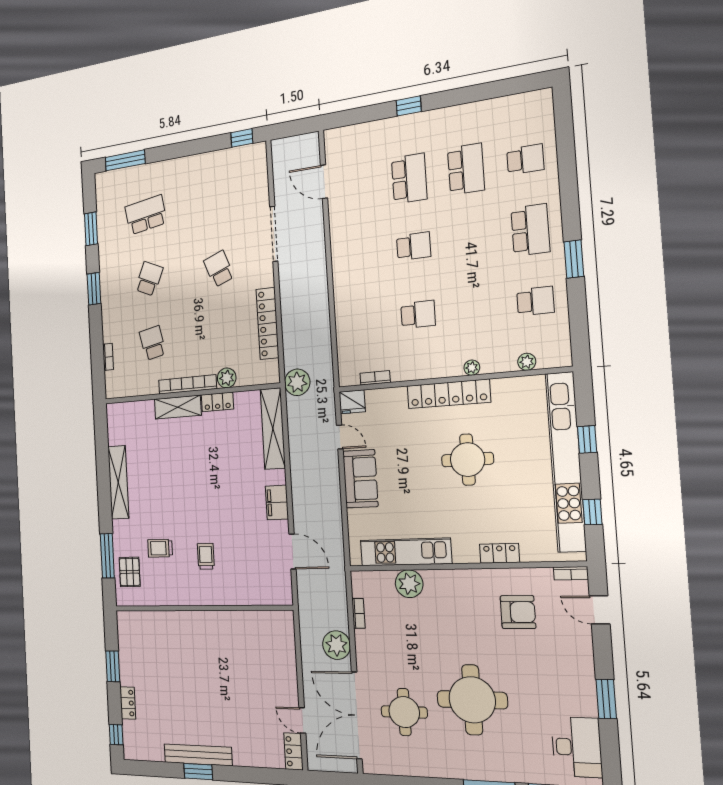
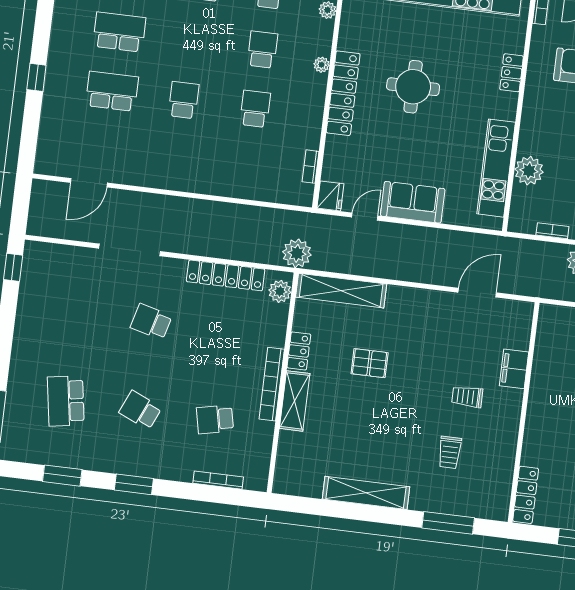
school desk: (219, 269) -> (151, 322), turned 36
school desk: (475, 308) -> (262, 50), added
bookcase: (108, 357) -> (218, 480), width x1.56
plant: (227, 378) -> (280, 291), moved
filing cabinet: (277, 502) -> (514, 369), moved, turned 90
pallet: (130, 572) -> (370, 363), moved
locker: (138, 619) -> (526, 495), added

